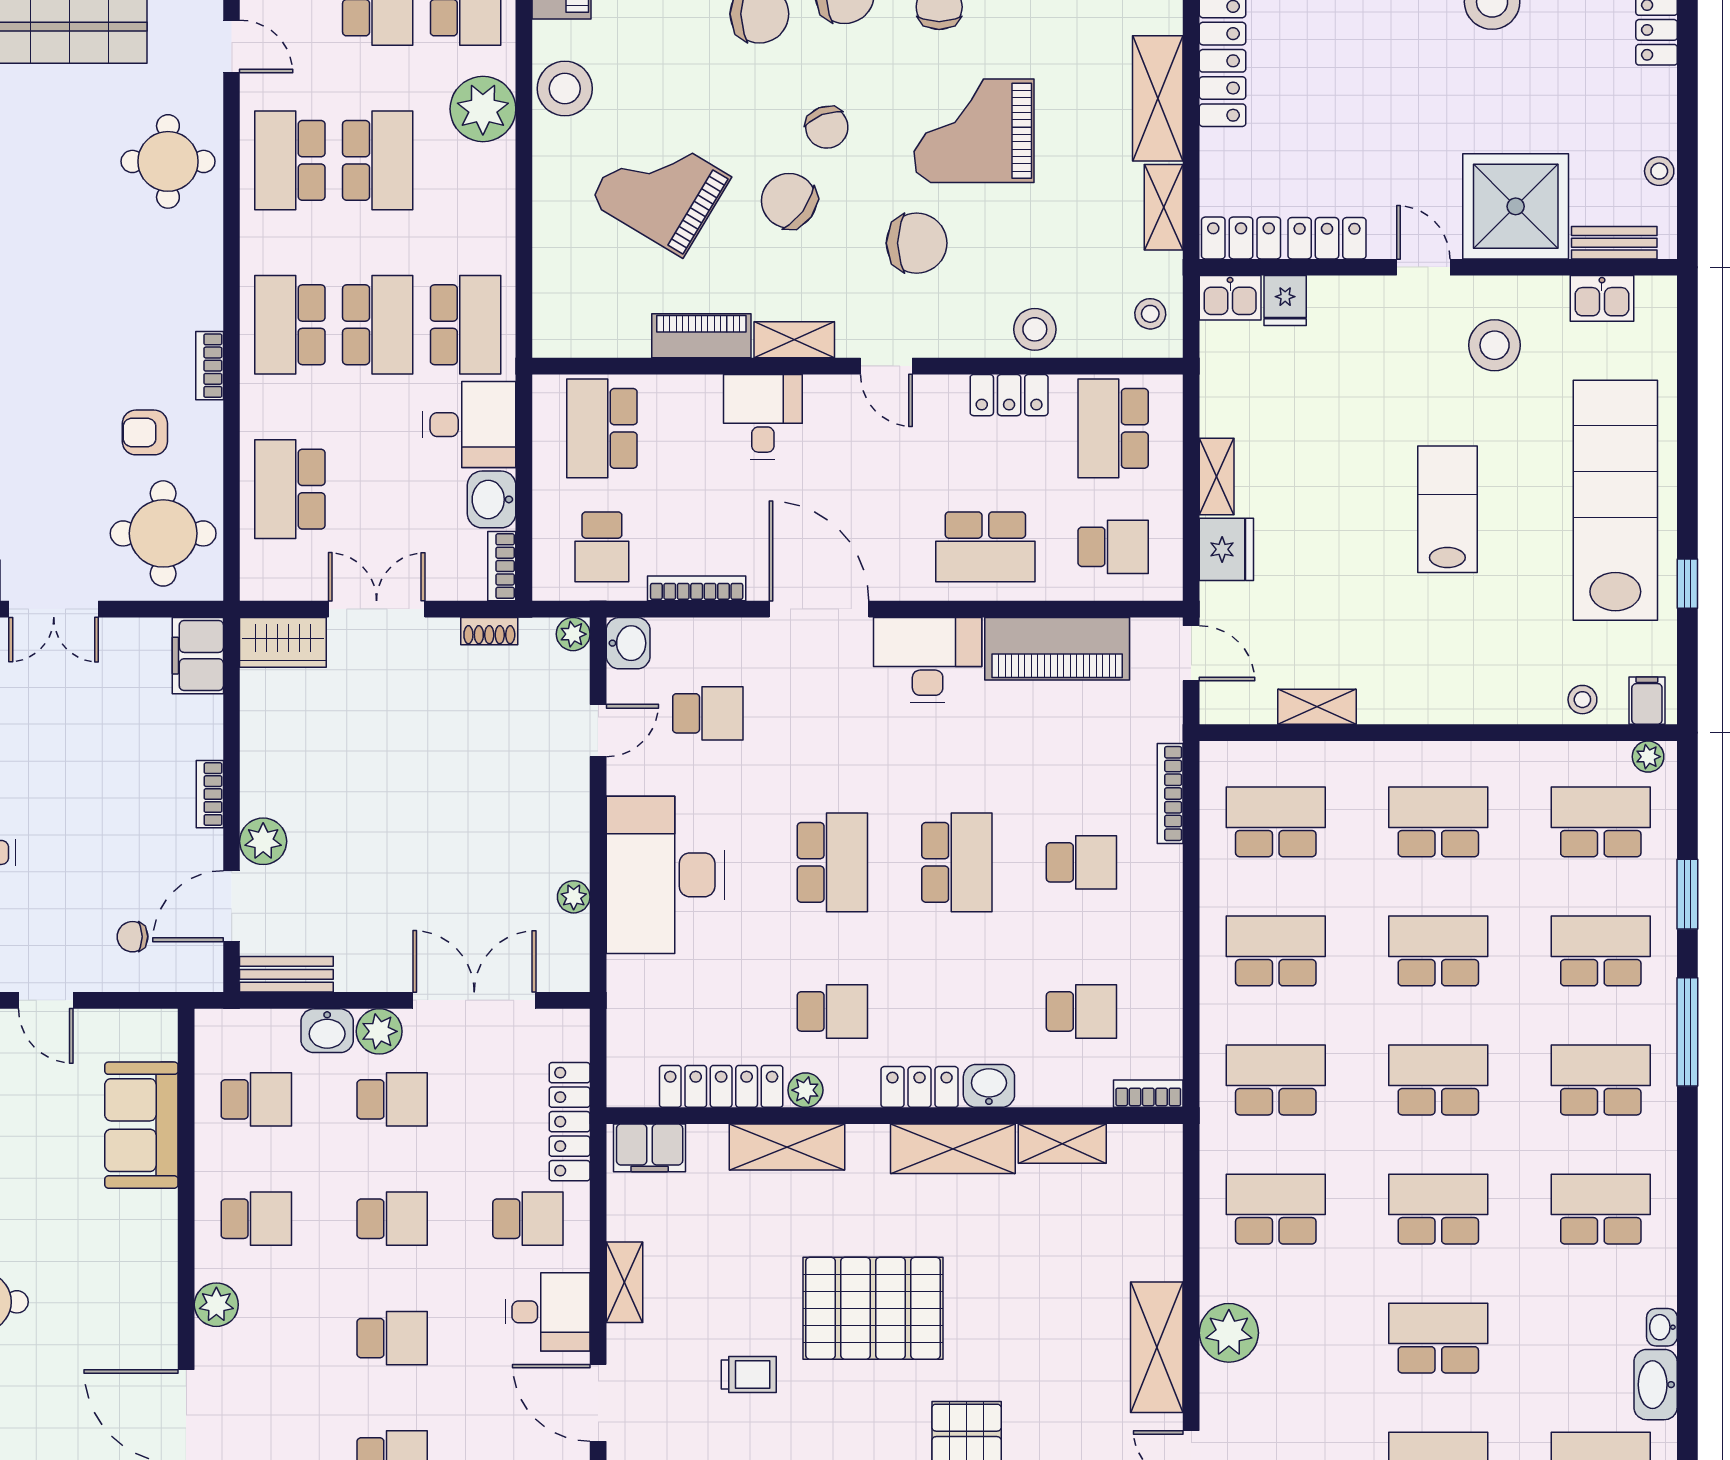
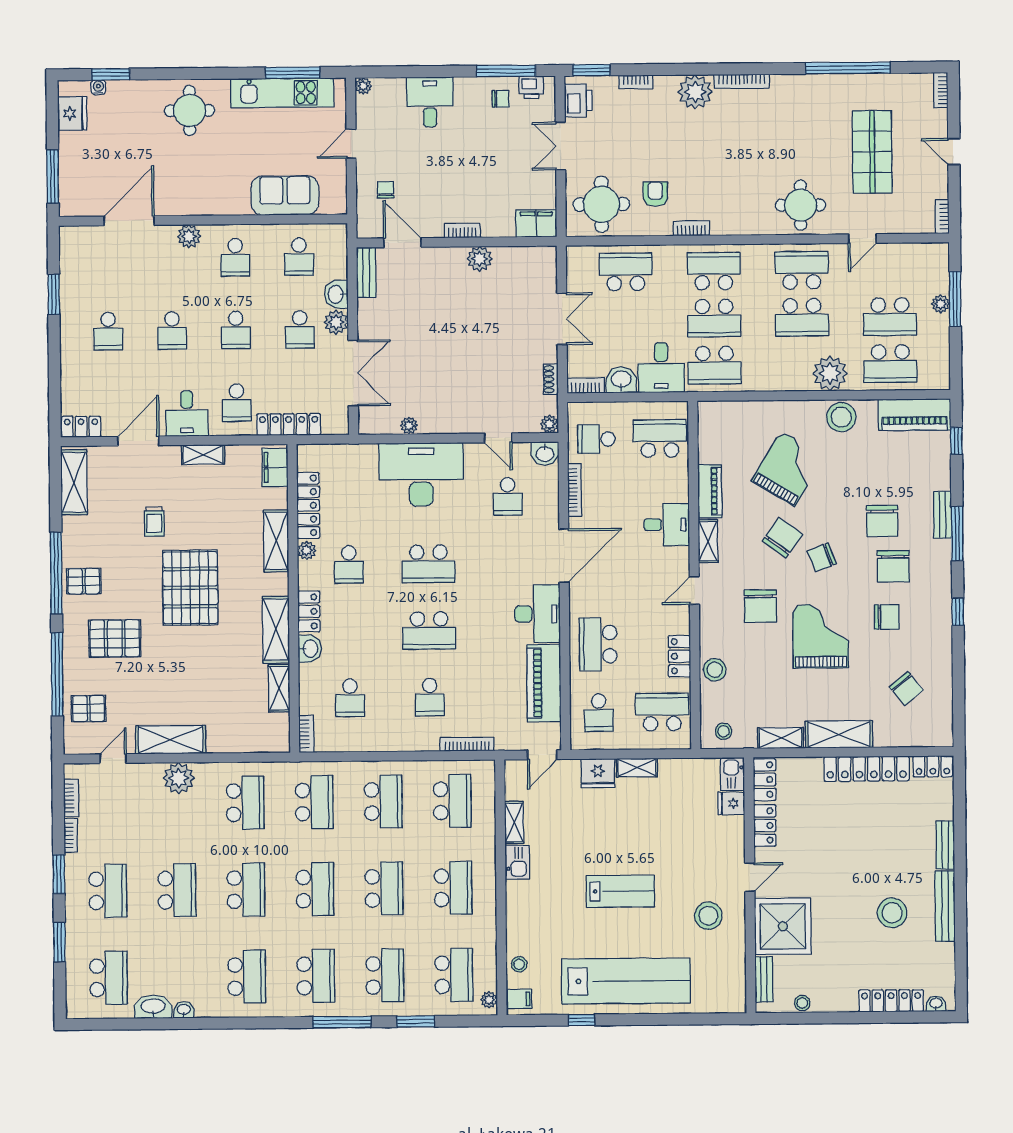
kitchen sink: (1602, 298) -> (517, 862), moved, turned 180
wardrobe: (283, 642) -> (544, 269), removed
plant: (263, 841) -> (480, 259), moved

